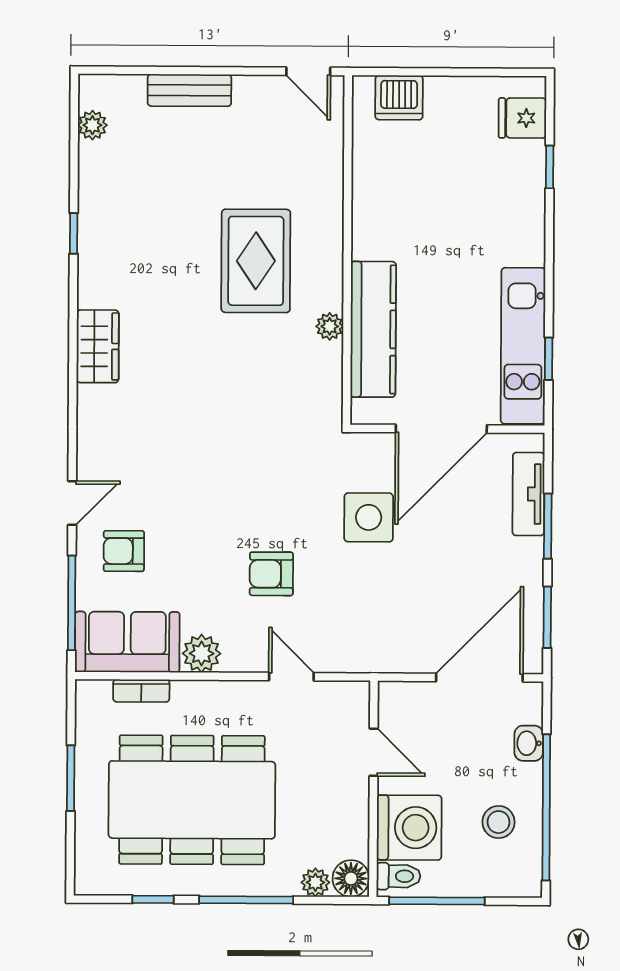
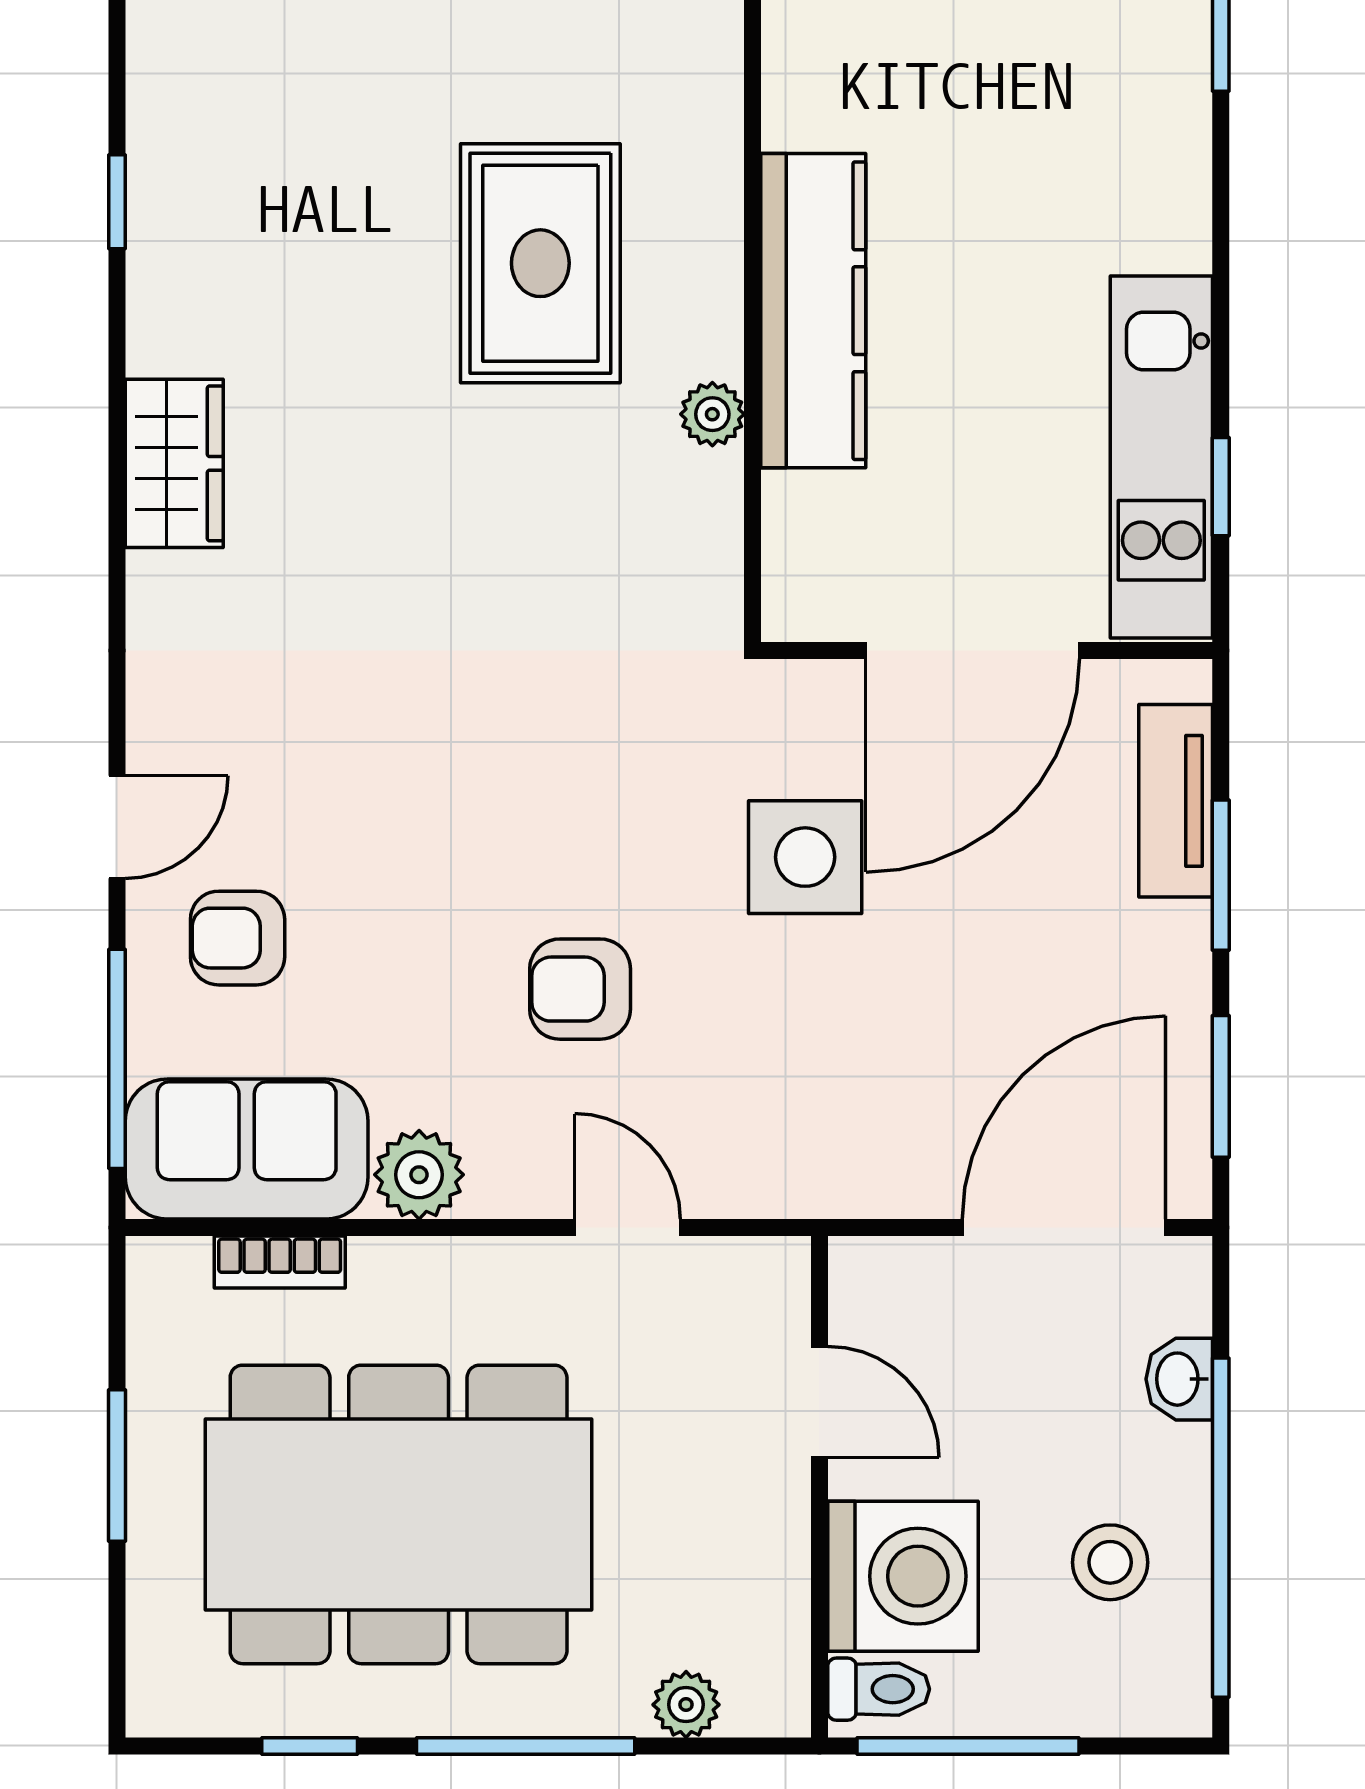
kitchen counter: (373, 329) -> (813, 311), moved
floor lamp: (351, 878) -> (768, 1695), removed

